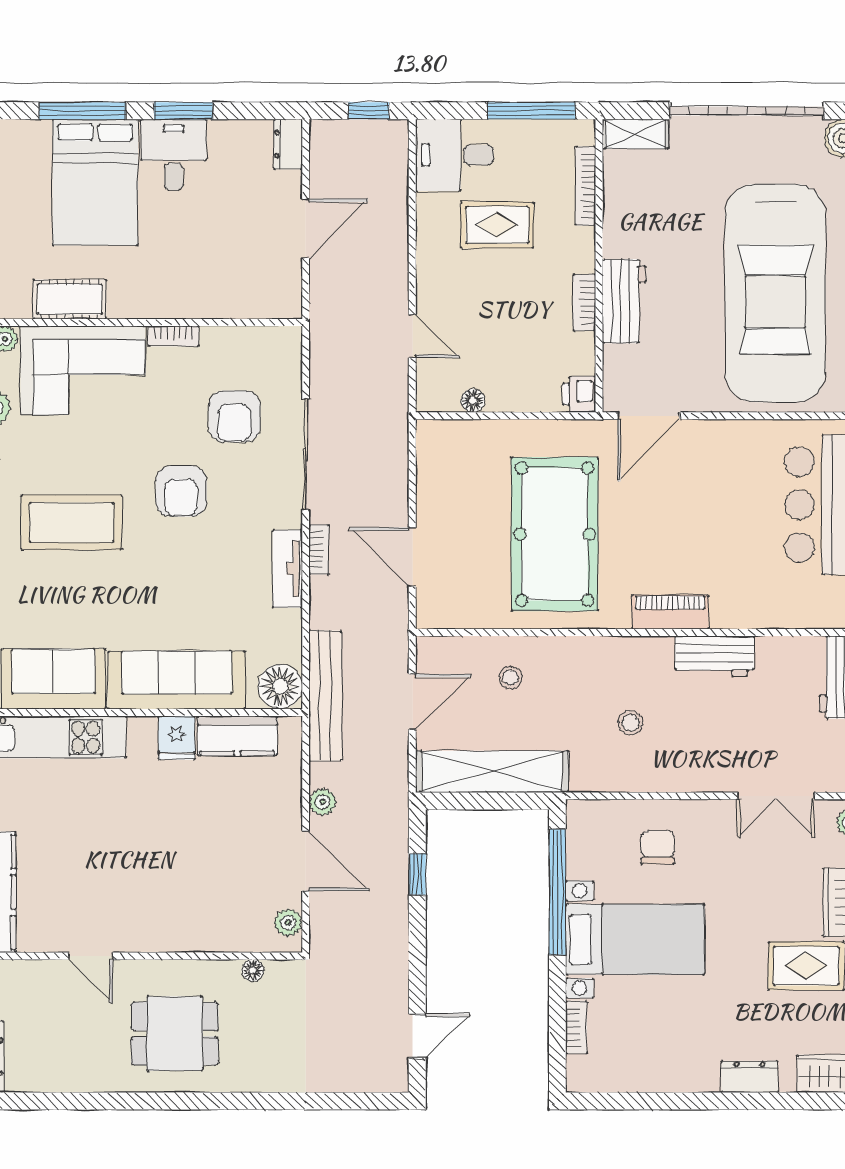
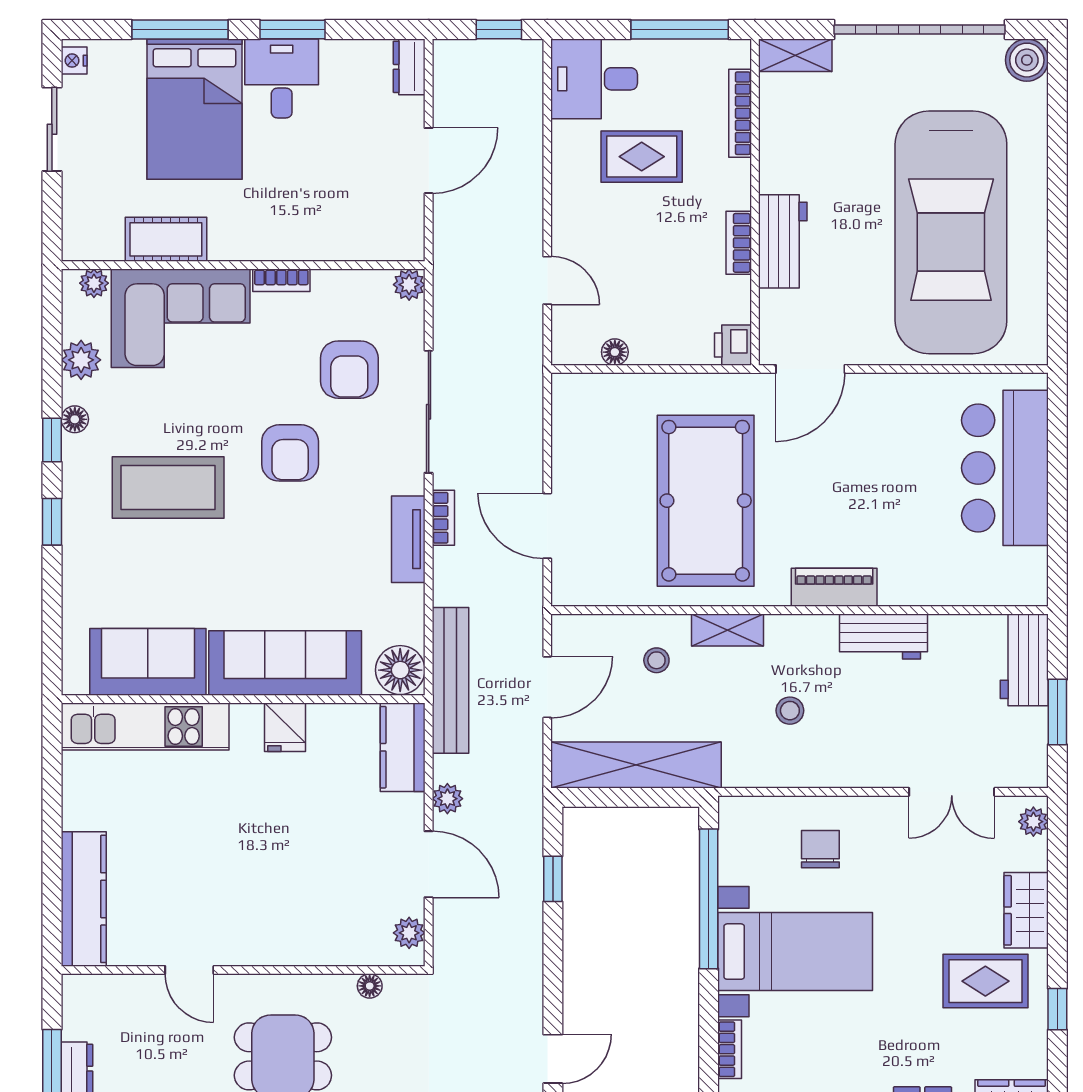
plant: (288, 340) -> (409, 285), added
shelving: (574, 650) -> (728, 630), added
kitchen counter: (237, 736) -> (403, 747), moved, turned 90

